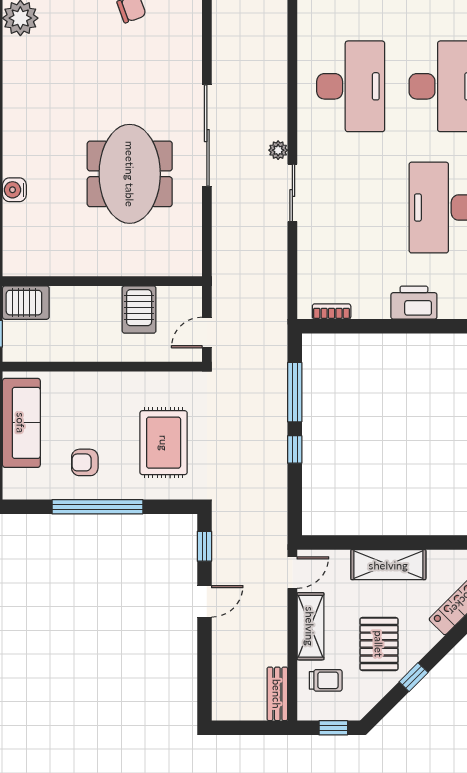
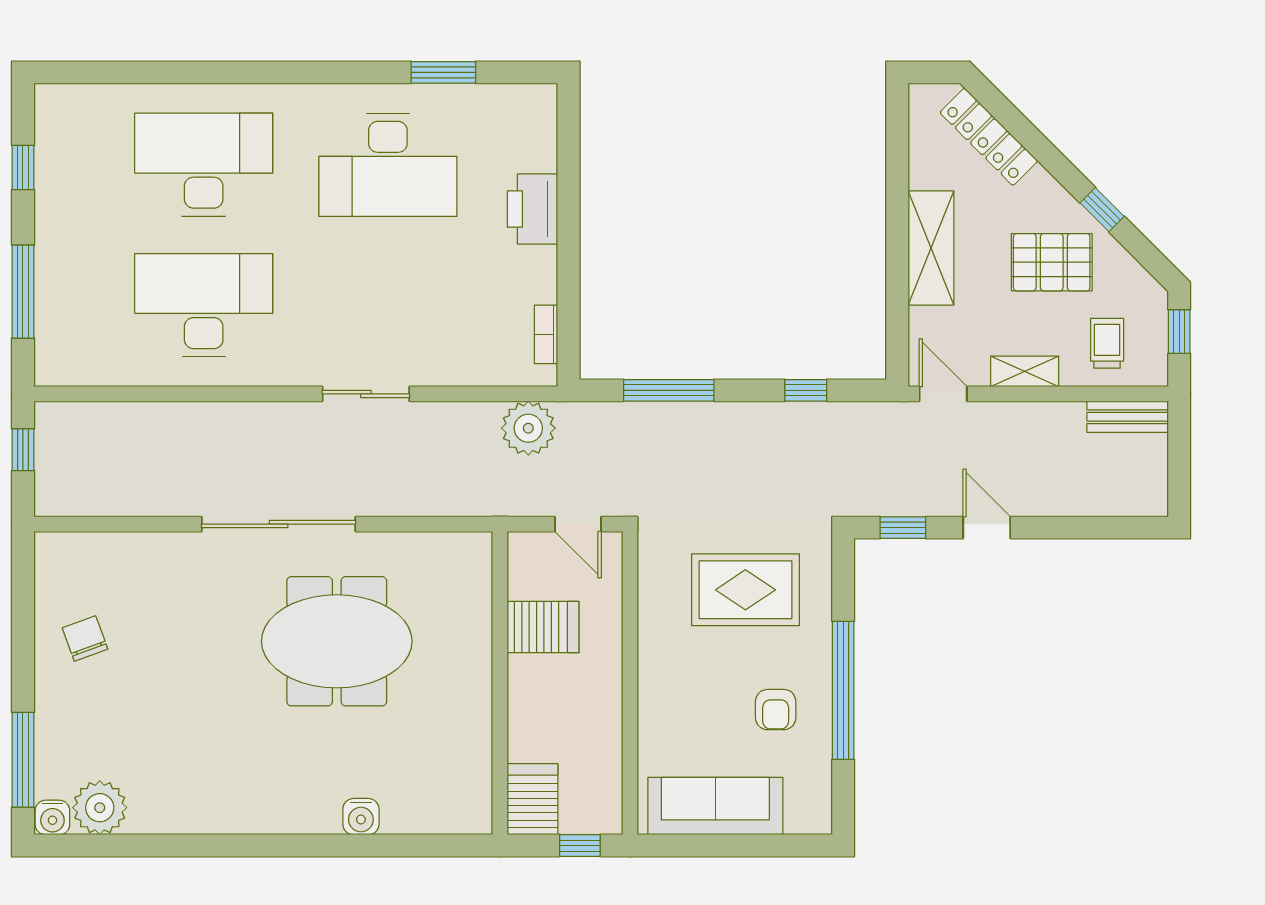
plant: (278, 150) -> (528, 428), moved, width x1.88, depth x1.88
window: (295, 449) -> (806, 390), moved
shelving: (310, 626) -> (1025, 371), width x0.67, depth x0.75

